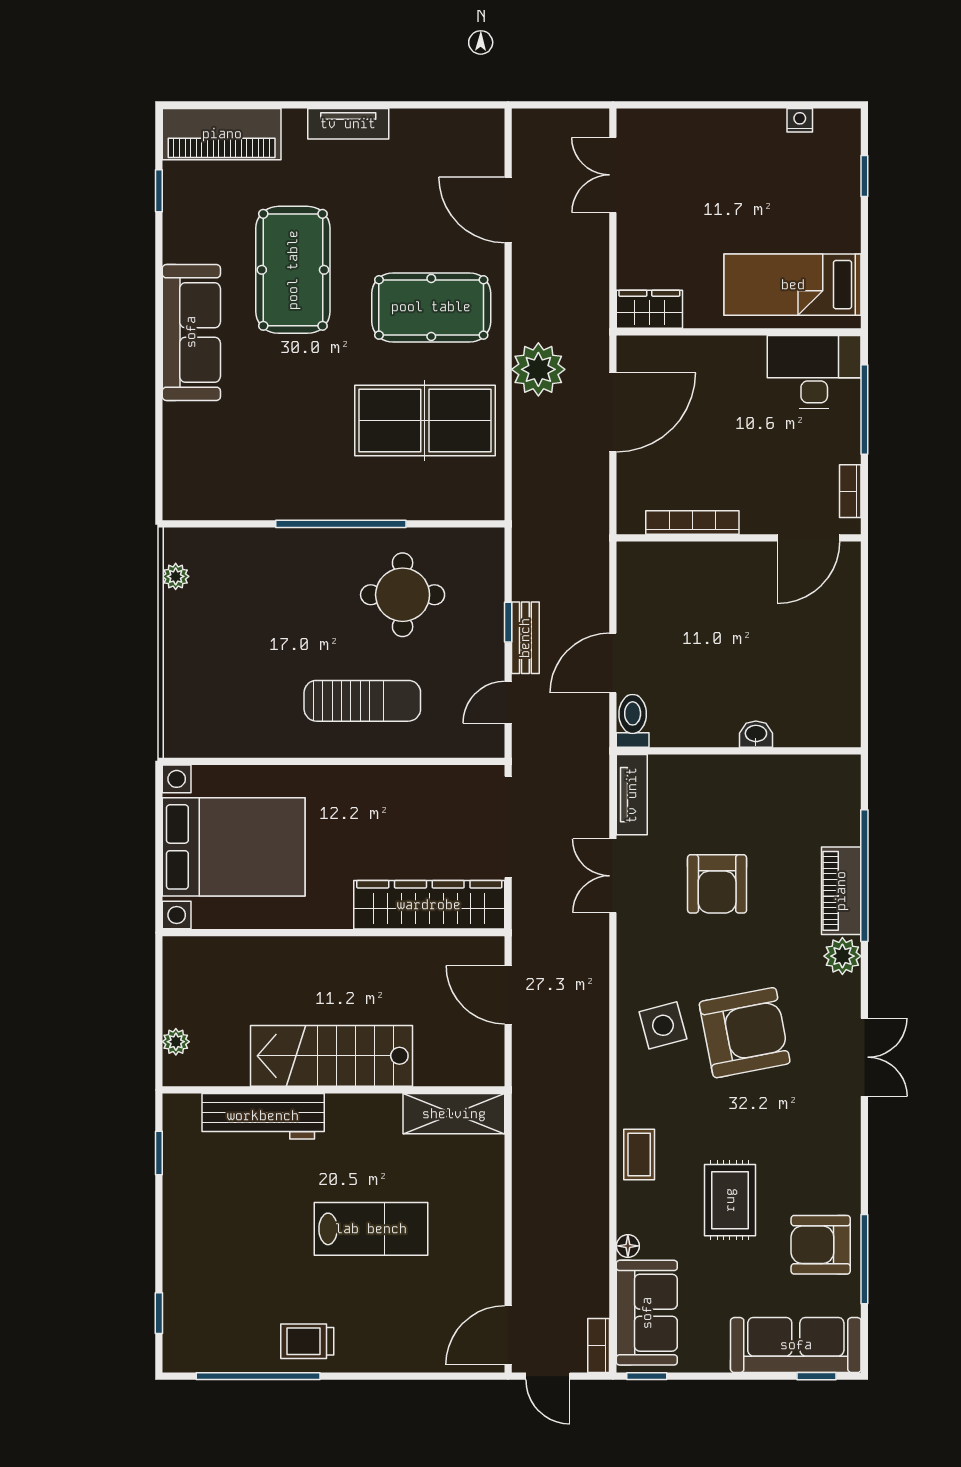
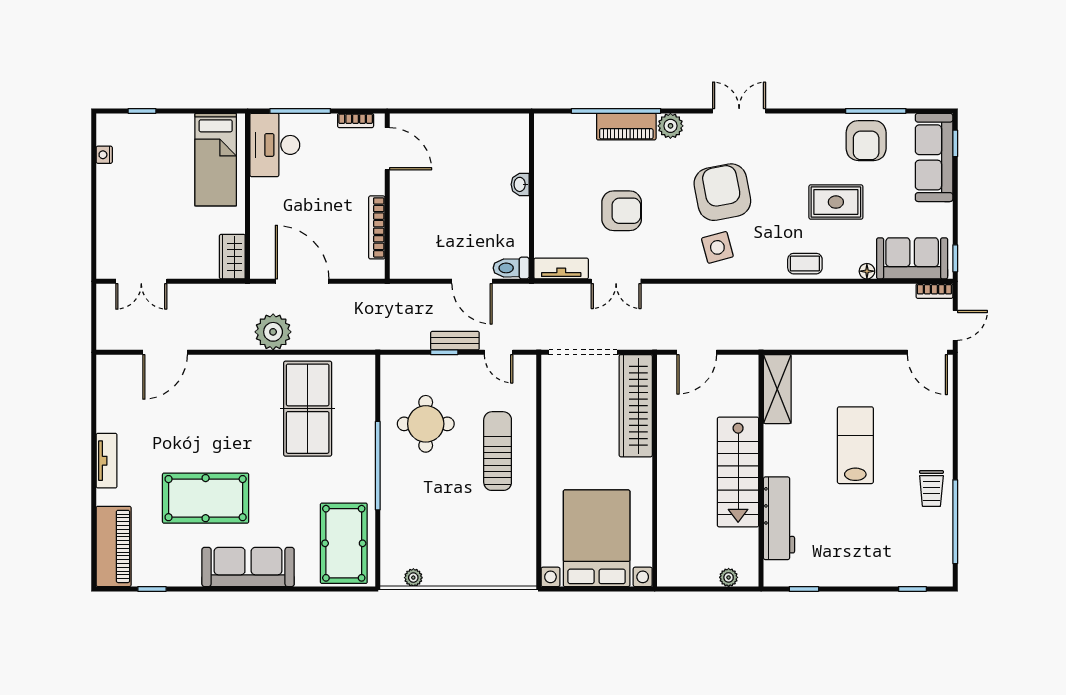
pool table: (431, 307) -> (344, 543), moved

